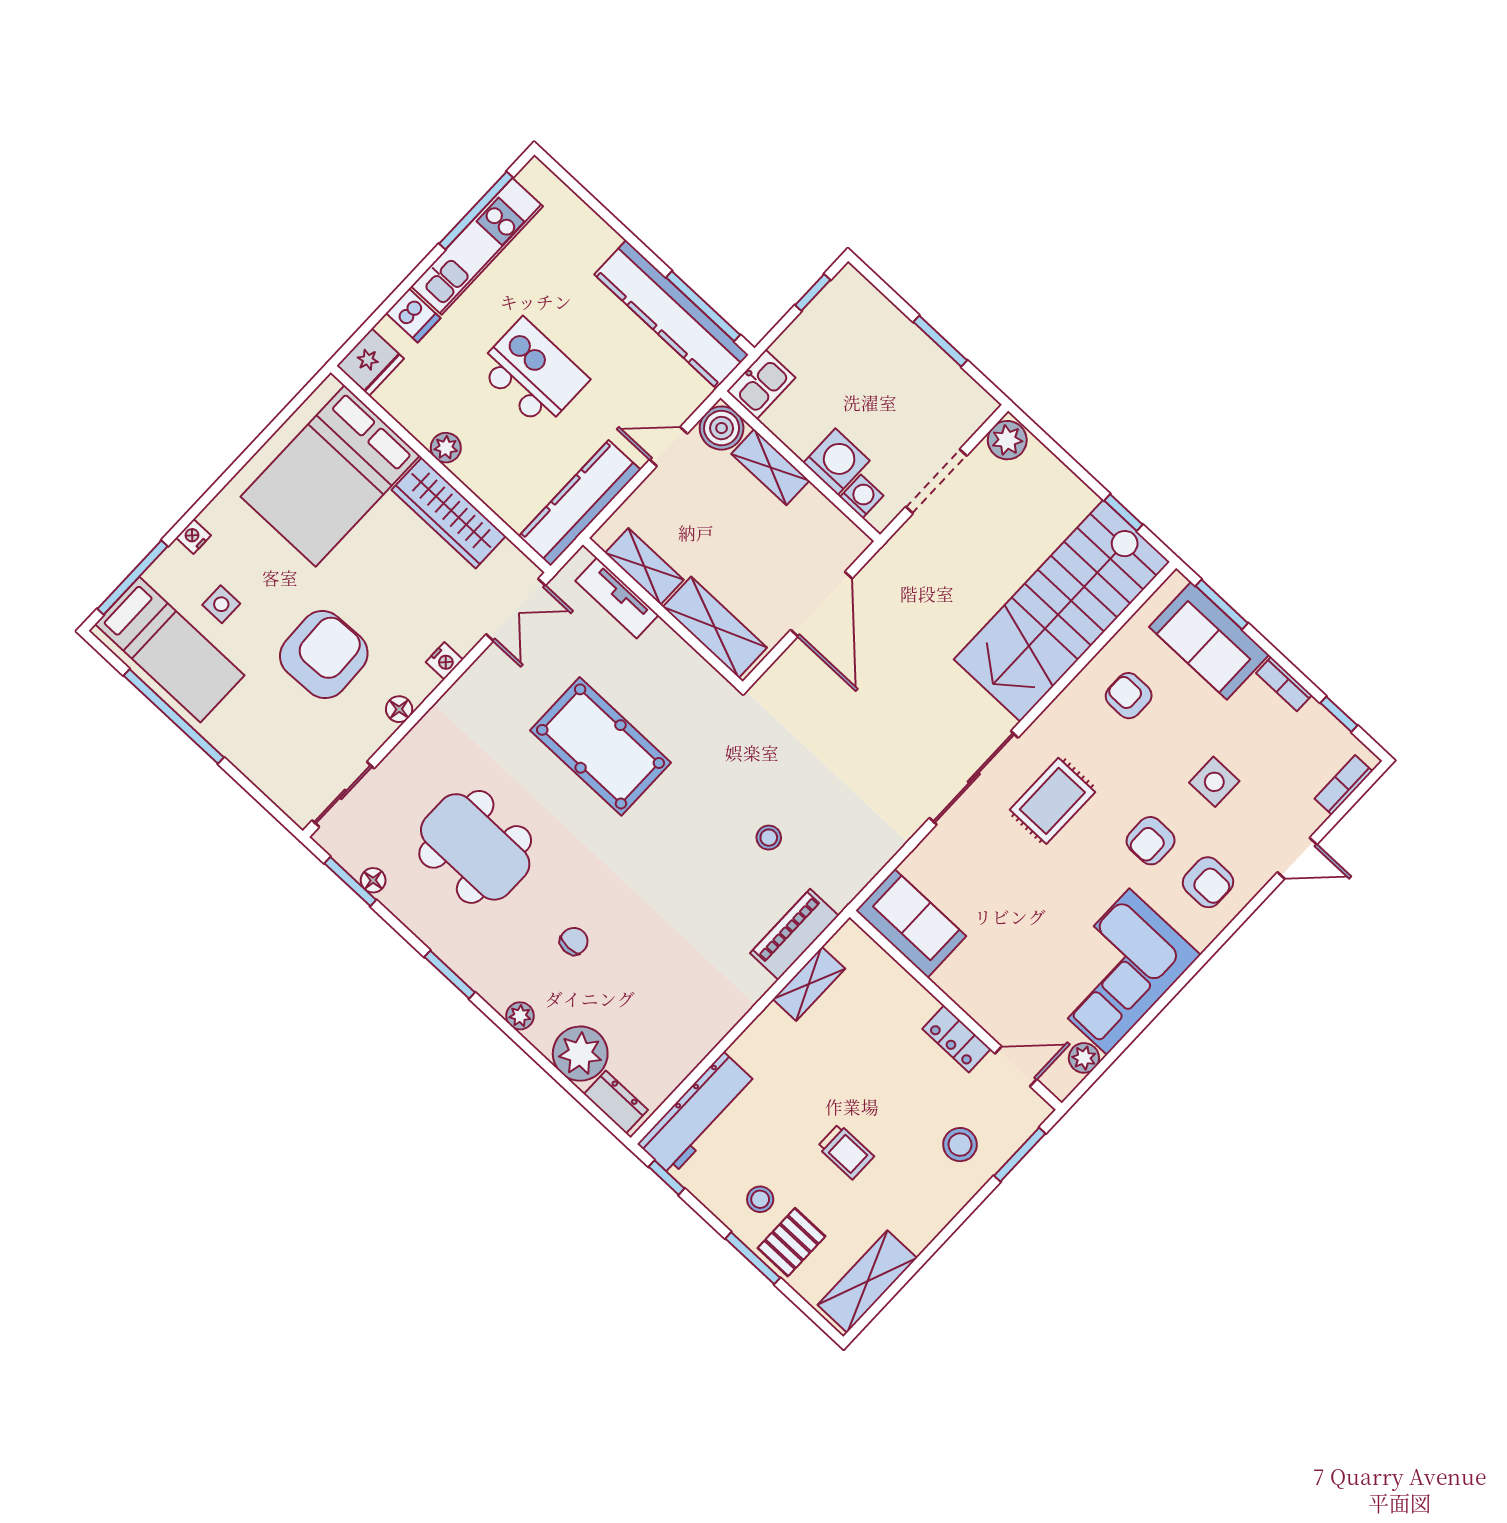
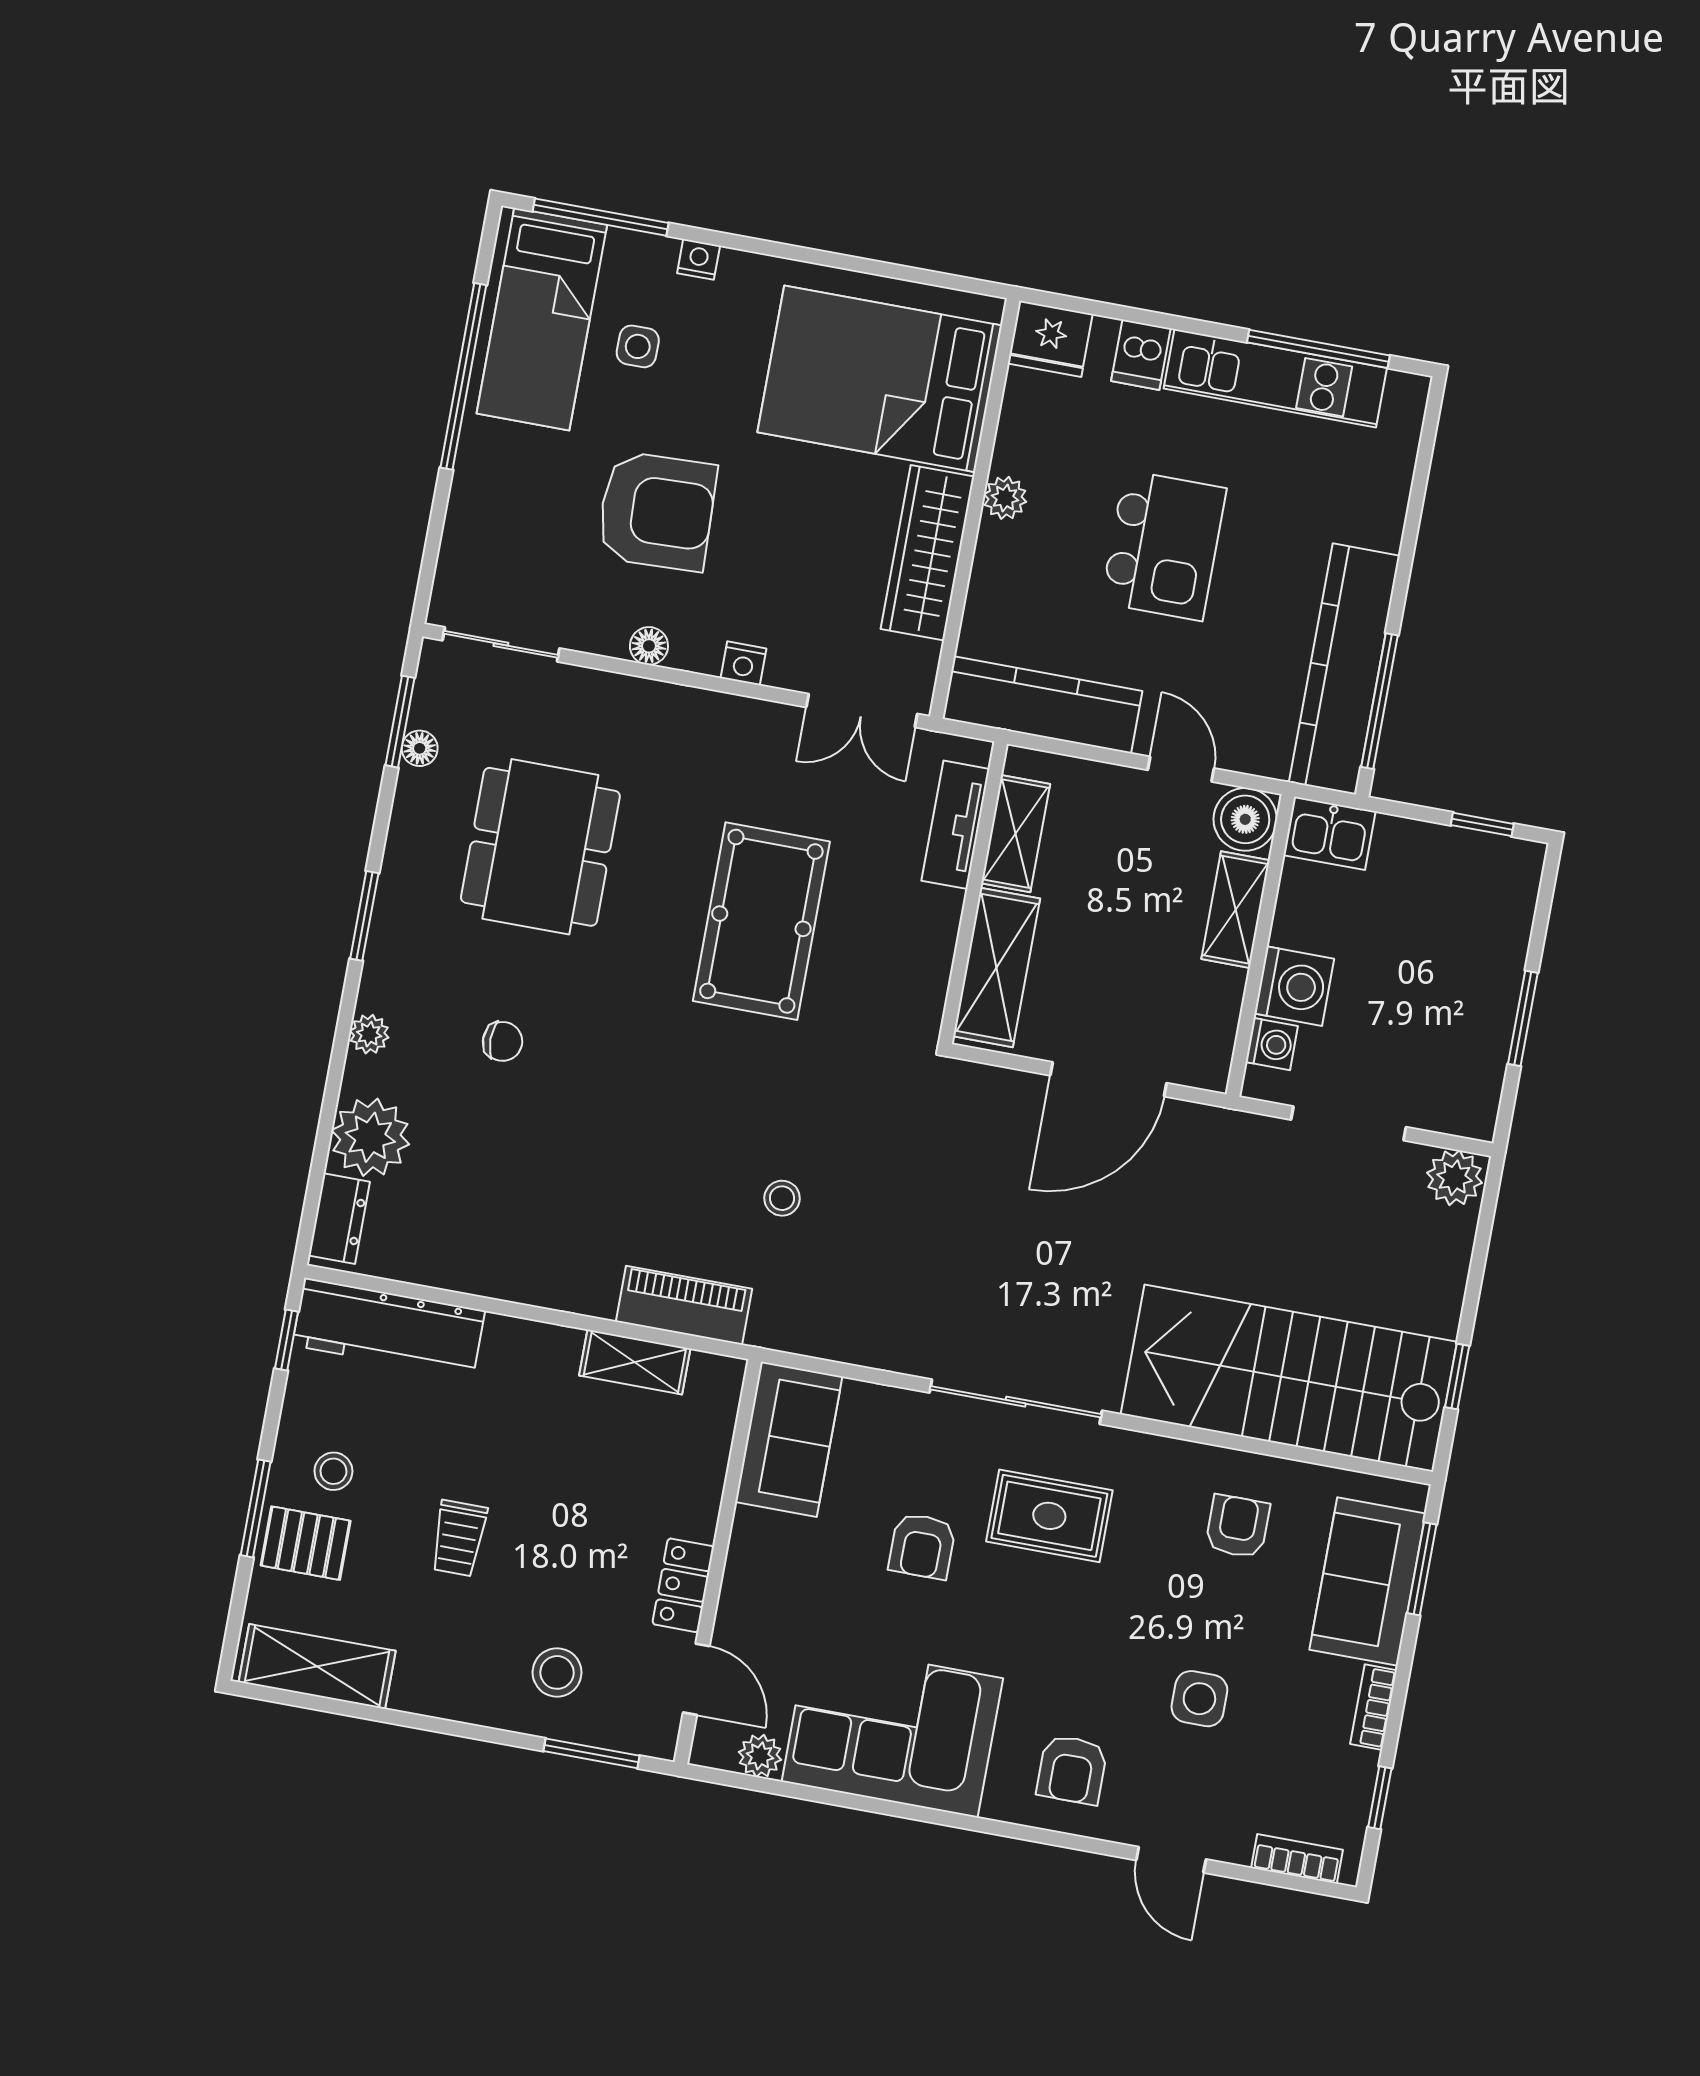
armchair: (1151, 841) -> (922, 1546), moved, turned -90

